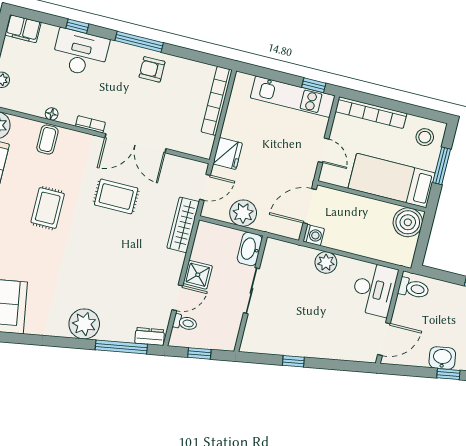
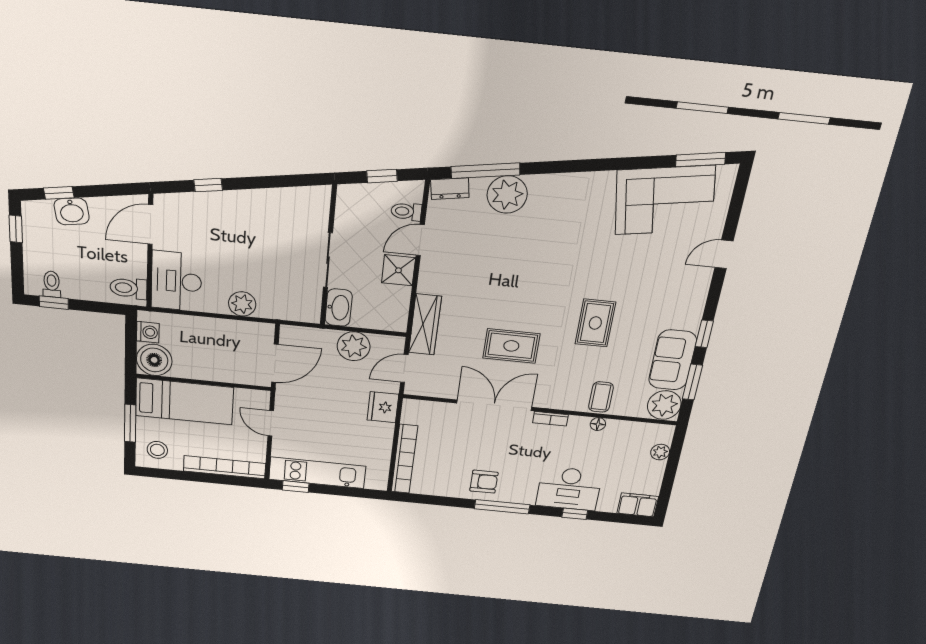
washing machine: (314, 235) -> (148, 332), moved, turned 180
plant: (84, 324) -> (507, 195), moved
window: (293, 361) -> (208, 185), moved

